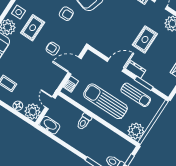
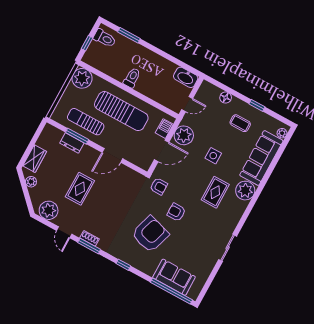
side table: (19, 12) -> (213, 156), moved
armchair: (53, 49) -> (159, 186), moved
dresser: (136, 70) -> (72, 143), moved
door: (50, 103) -> (187, 104), hinge flipped
plant: (33, 111) -> (184, 135), moved
toilet: (84, 122) -> (132, 78), moved

